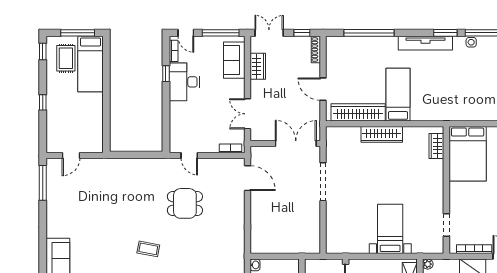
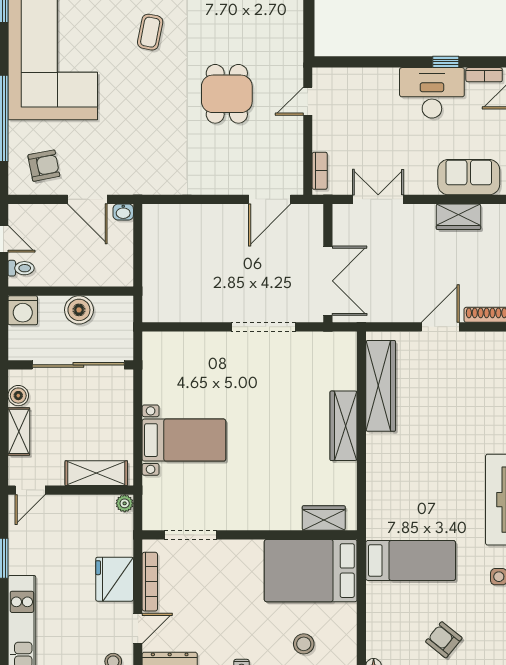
door: (323, 89) -> (440, 327), moved
bed: (398, 95) -> (411, 560), moved
doorway: (446, 225) -> (191, 535), width x1.38

